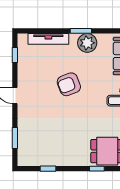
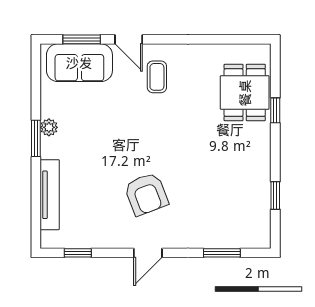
plant: (87, 43) -> (49, 127), width x0.53, depth x0.53
armchair: (69, 84) -> (146, 194), moved

